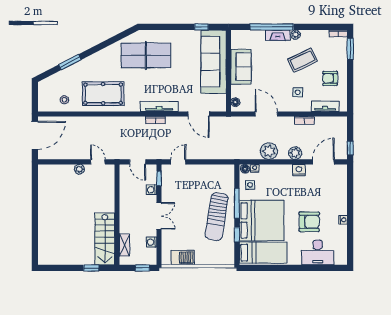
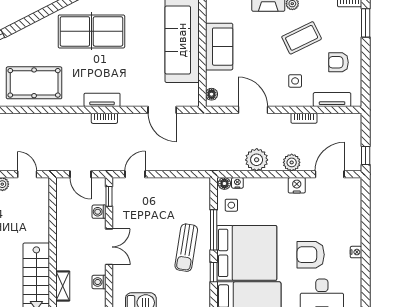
tv unit: (159, 106) -> (102, 100), width x0.71
sun lounger: (217, 217) -> (186, 248), width x0.73, depth x0.75
armchair: (309, 222) -> (311, 255), turned 180

